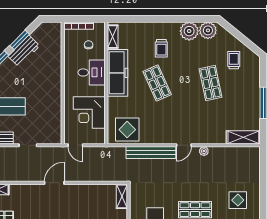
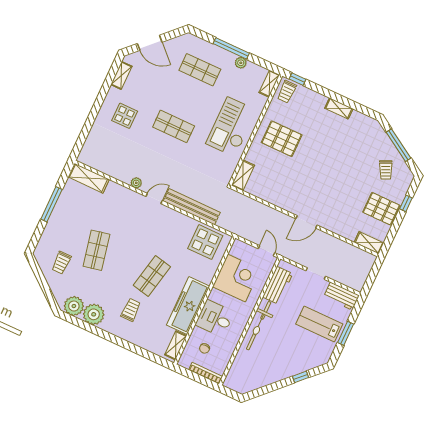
window: (20, 40) -> (274, 387), removed
workbench: (24, 51) -> (278, 285), moved, turned 135
bicycle: (54, 83) -> (259, 326), added
shop shelf: (157, 83) -> (152, 276), turned 36

